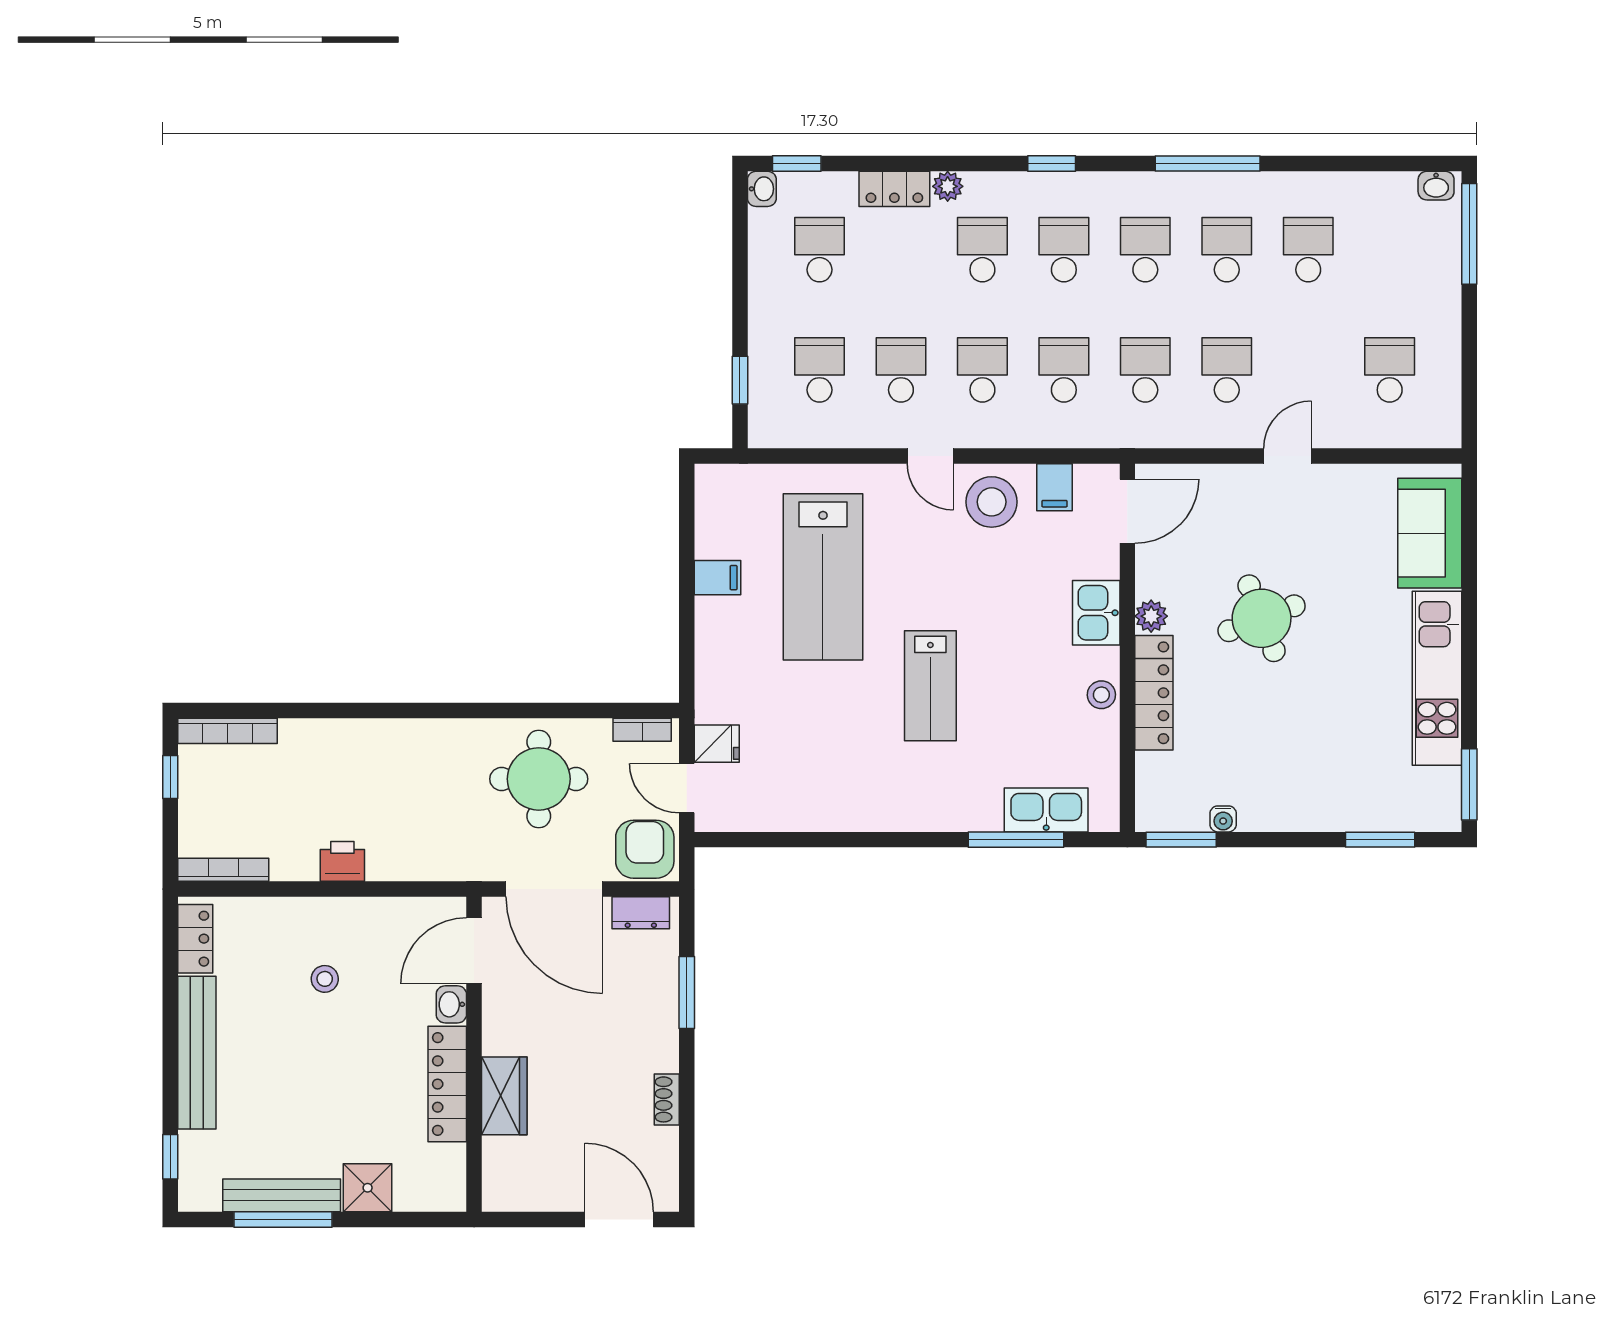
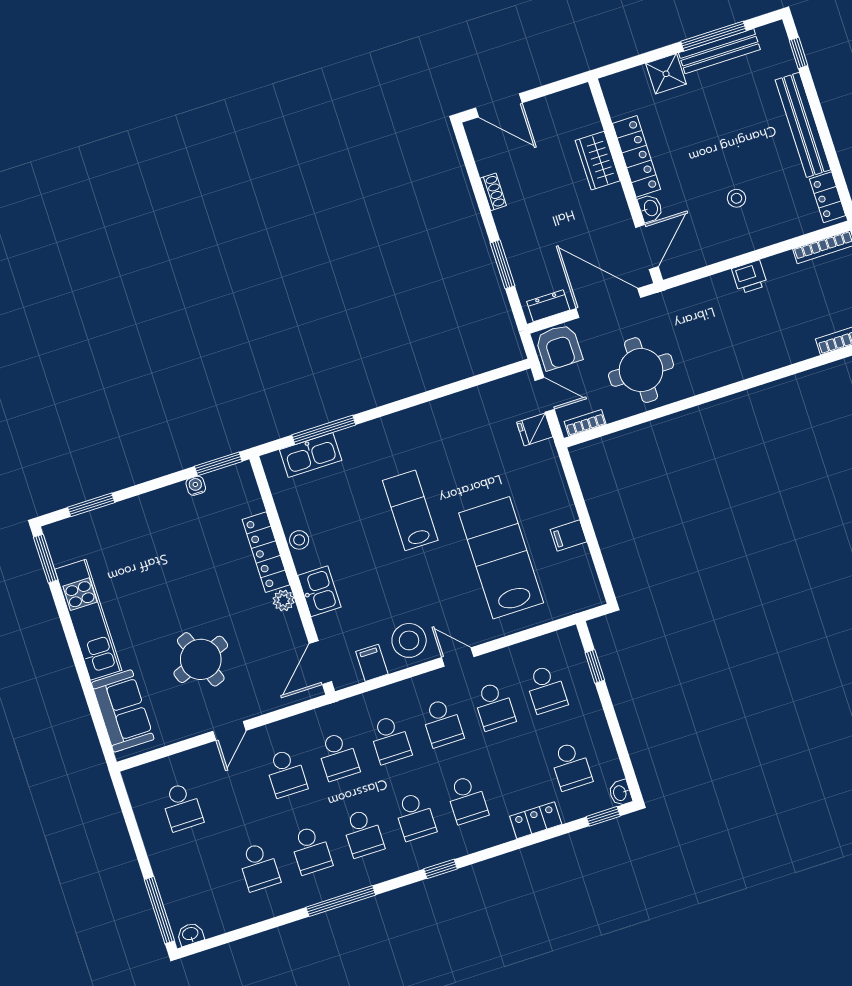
plant: (948, 186) -> (502, 833), removed
round table: (1262, 618) -> (201, 659), moved

